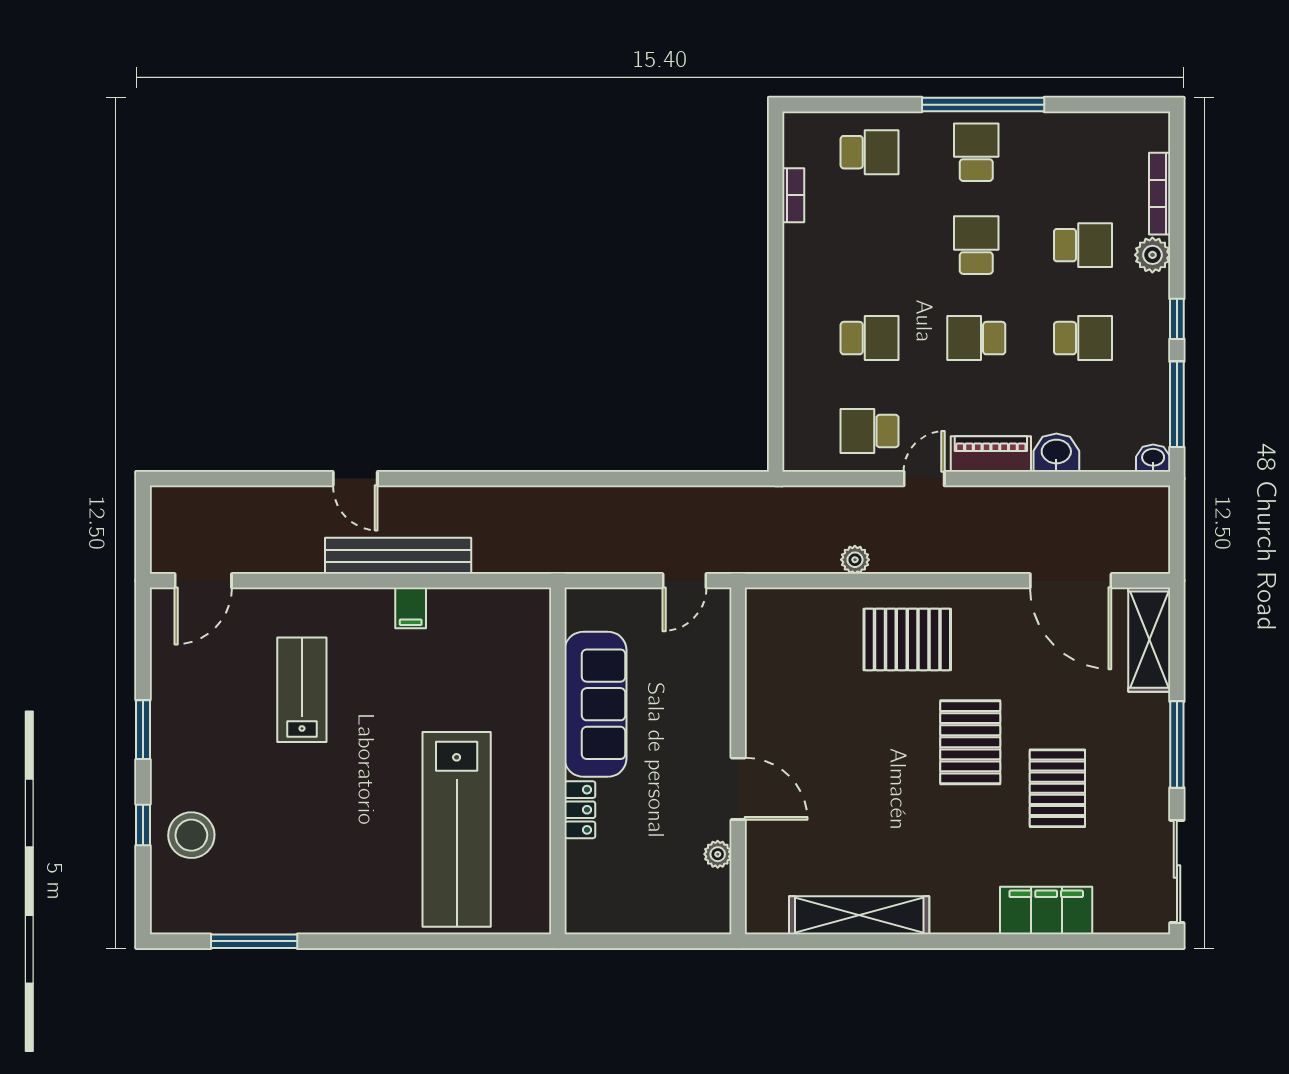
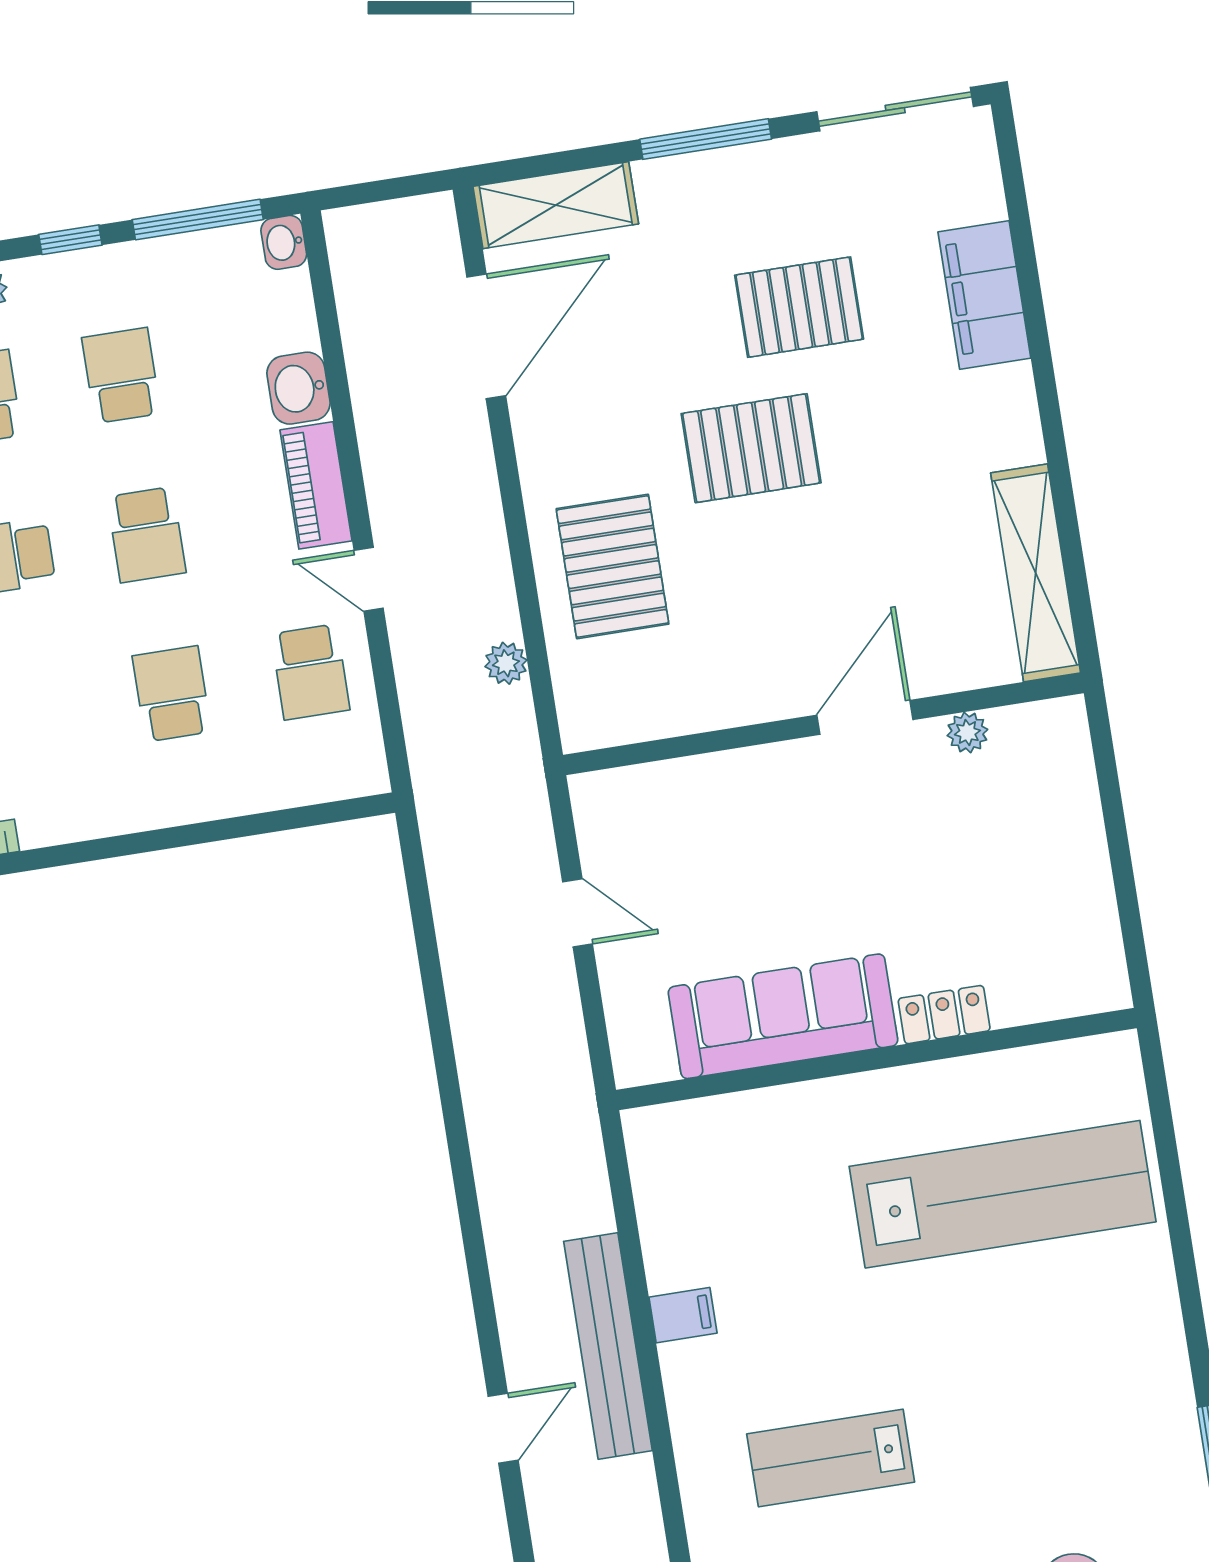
wall: (738, 761) -> (823, 724), moved
door: (738, 789) -> (865, 717), moved
plant: (718, 854) -> (967, 732), moved

